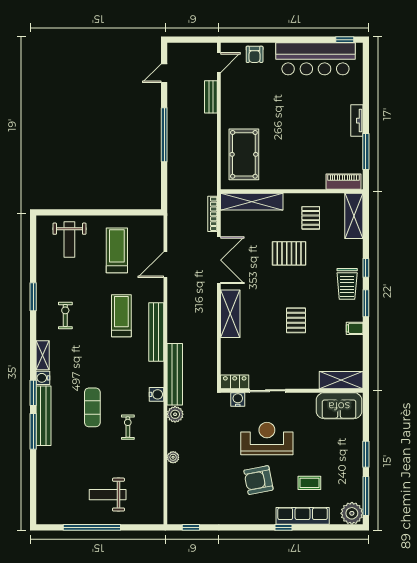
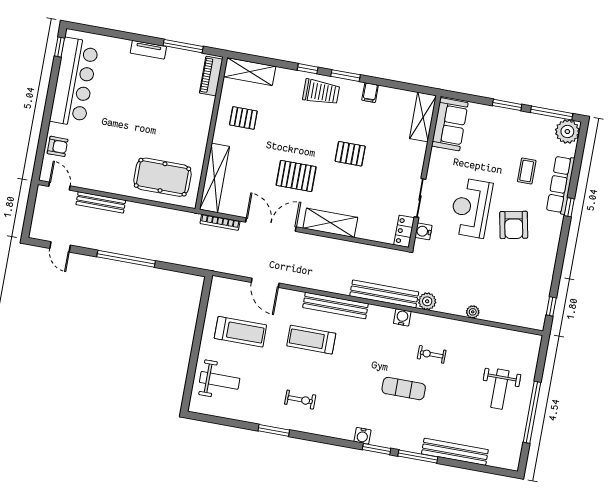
bench: (211, 97) -> (101, 202), width x1.36
treadmill: (117, 250) -> (240, 332), turned 180
pallet: (289, 253) -> (296, 176), moved, turned 90
exercise bike: (65, 315) -> (300, 400), turned 180
shelving: (43, 355) -> (338, 432), removed
bench: (44, 416) -> (455, 452), moved

